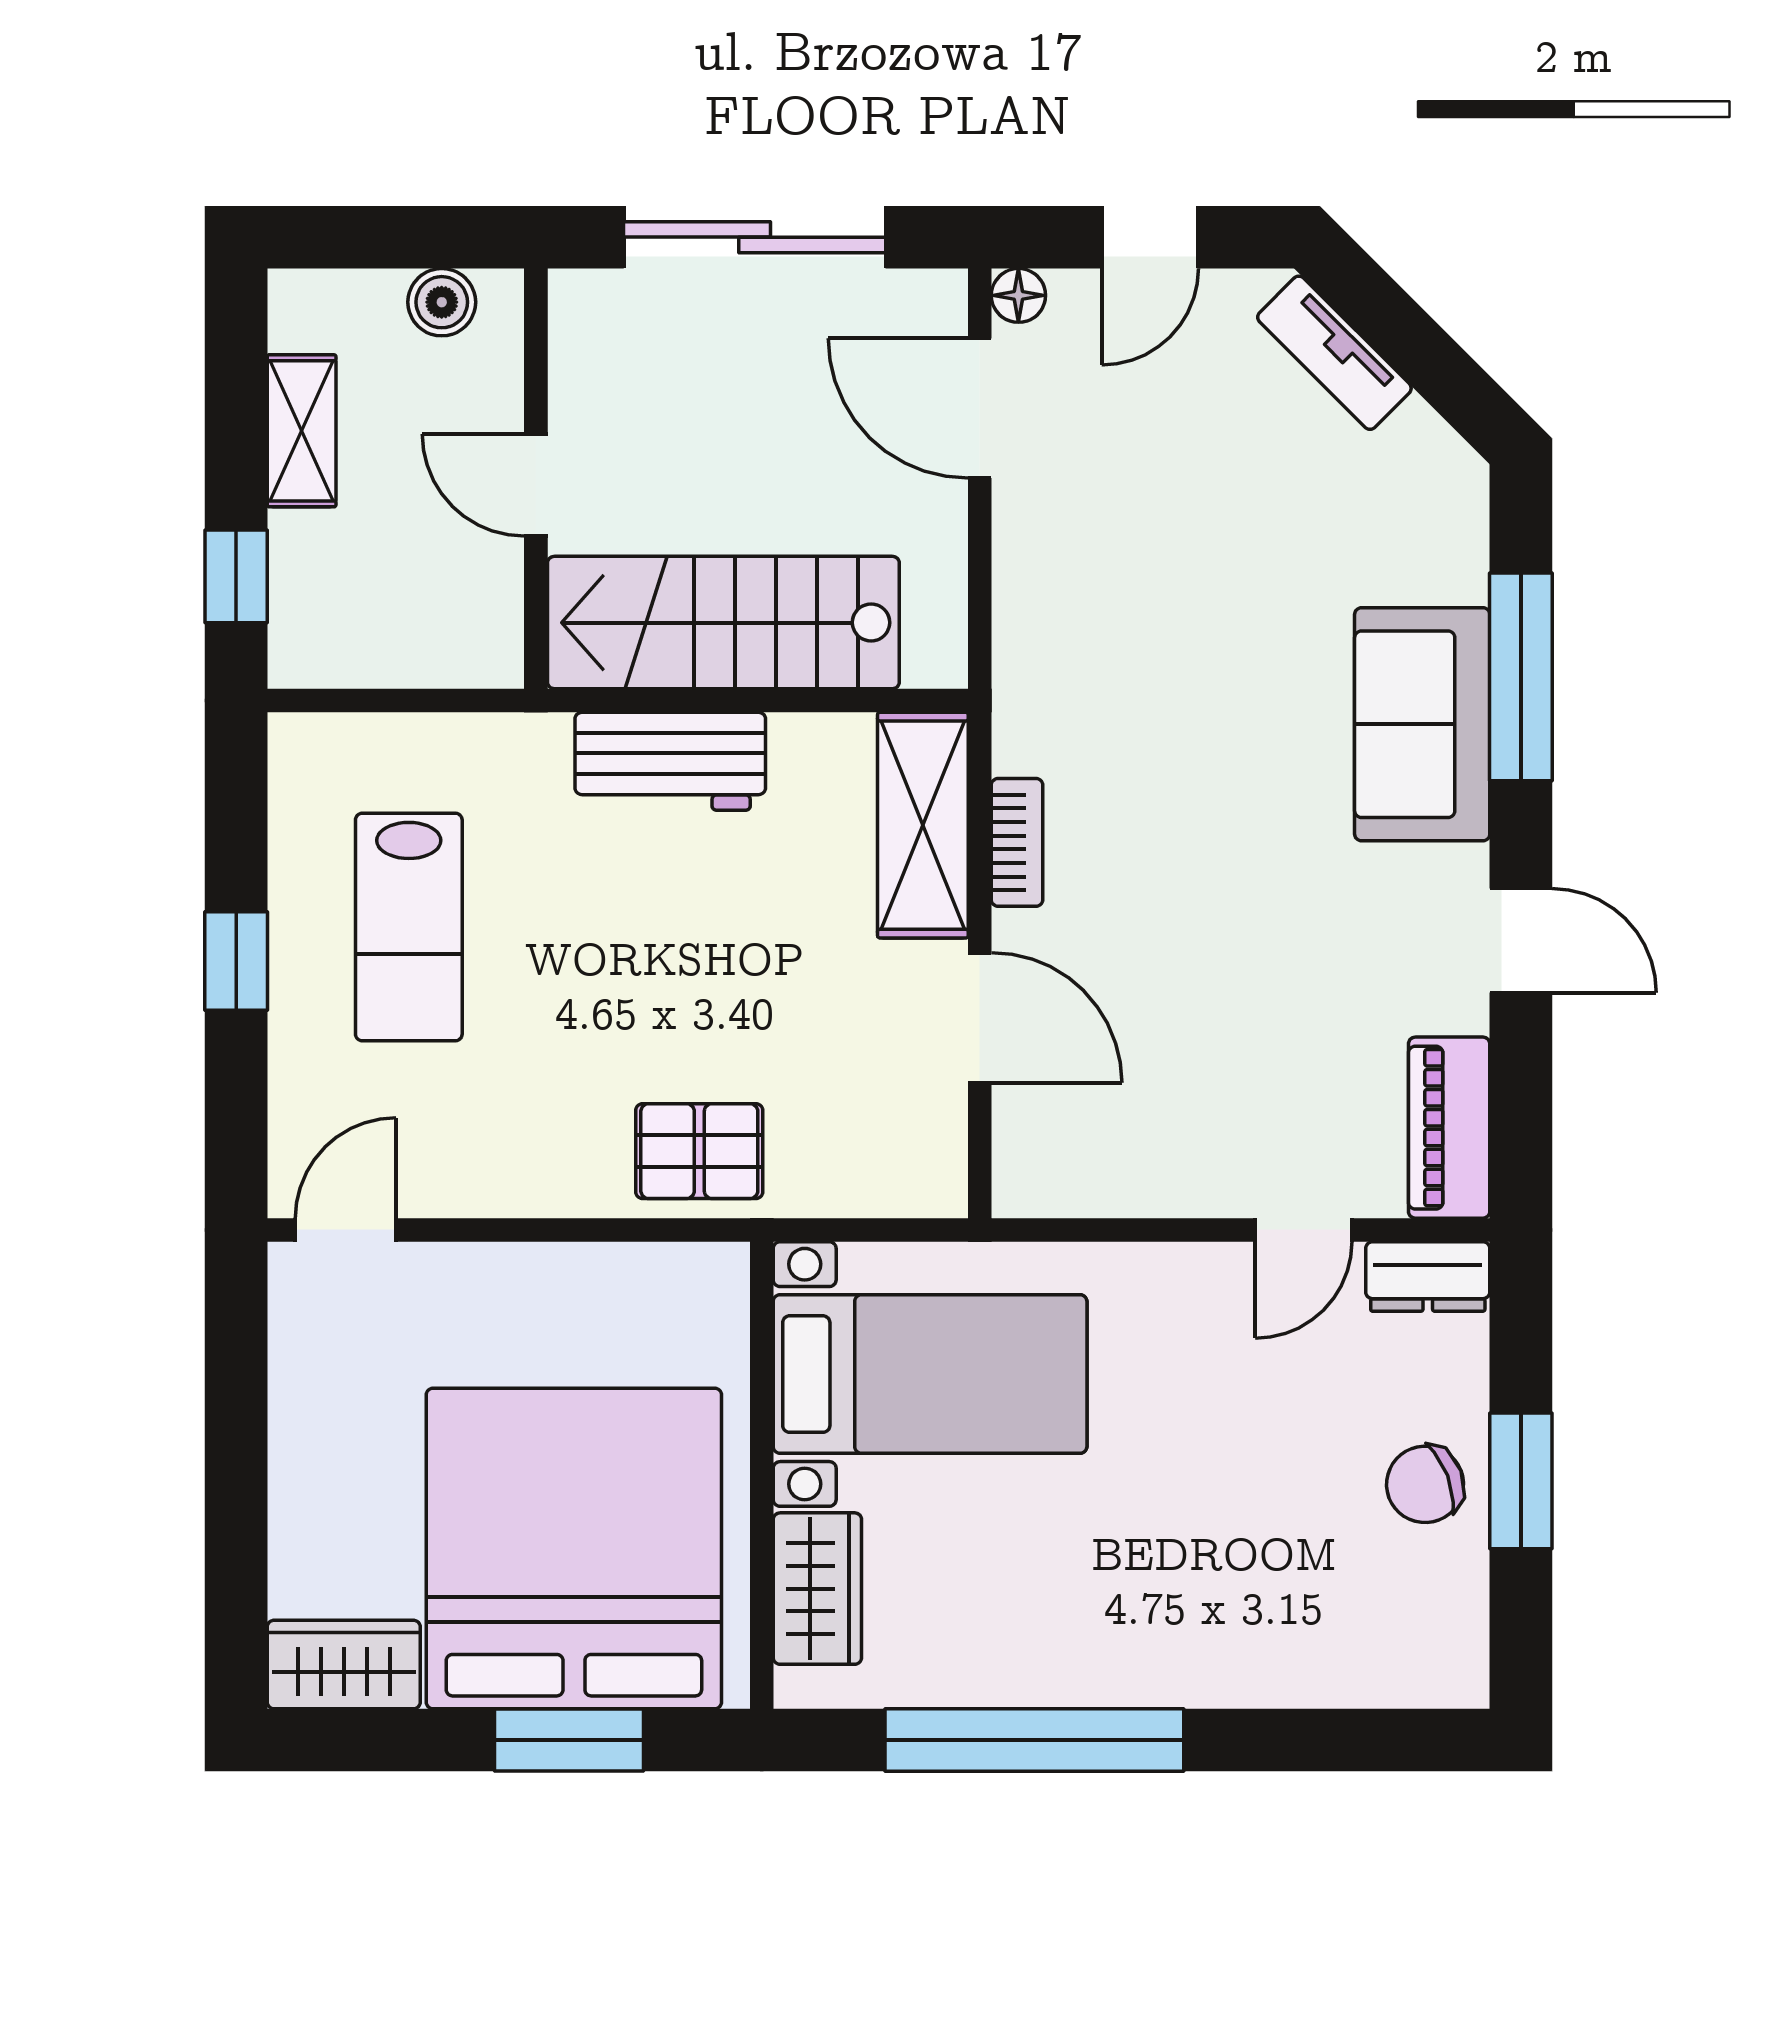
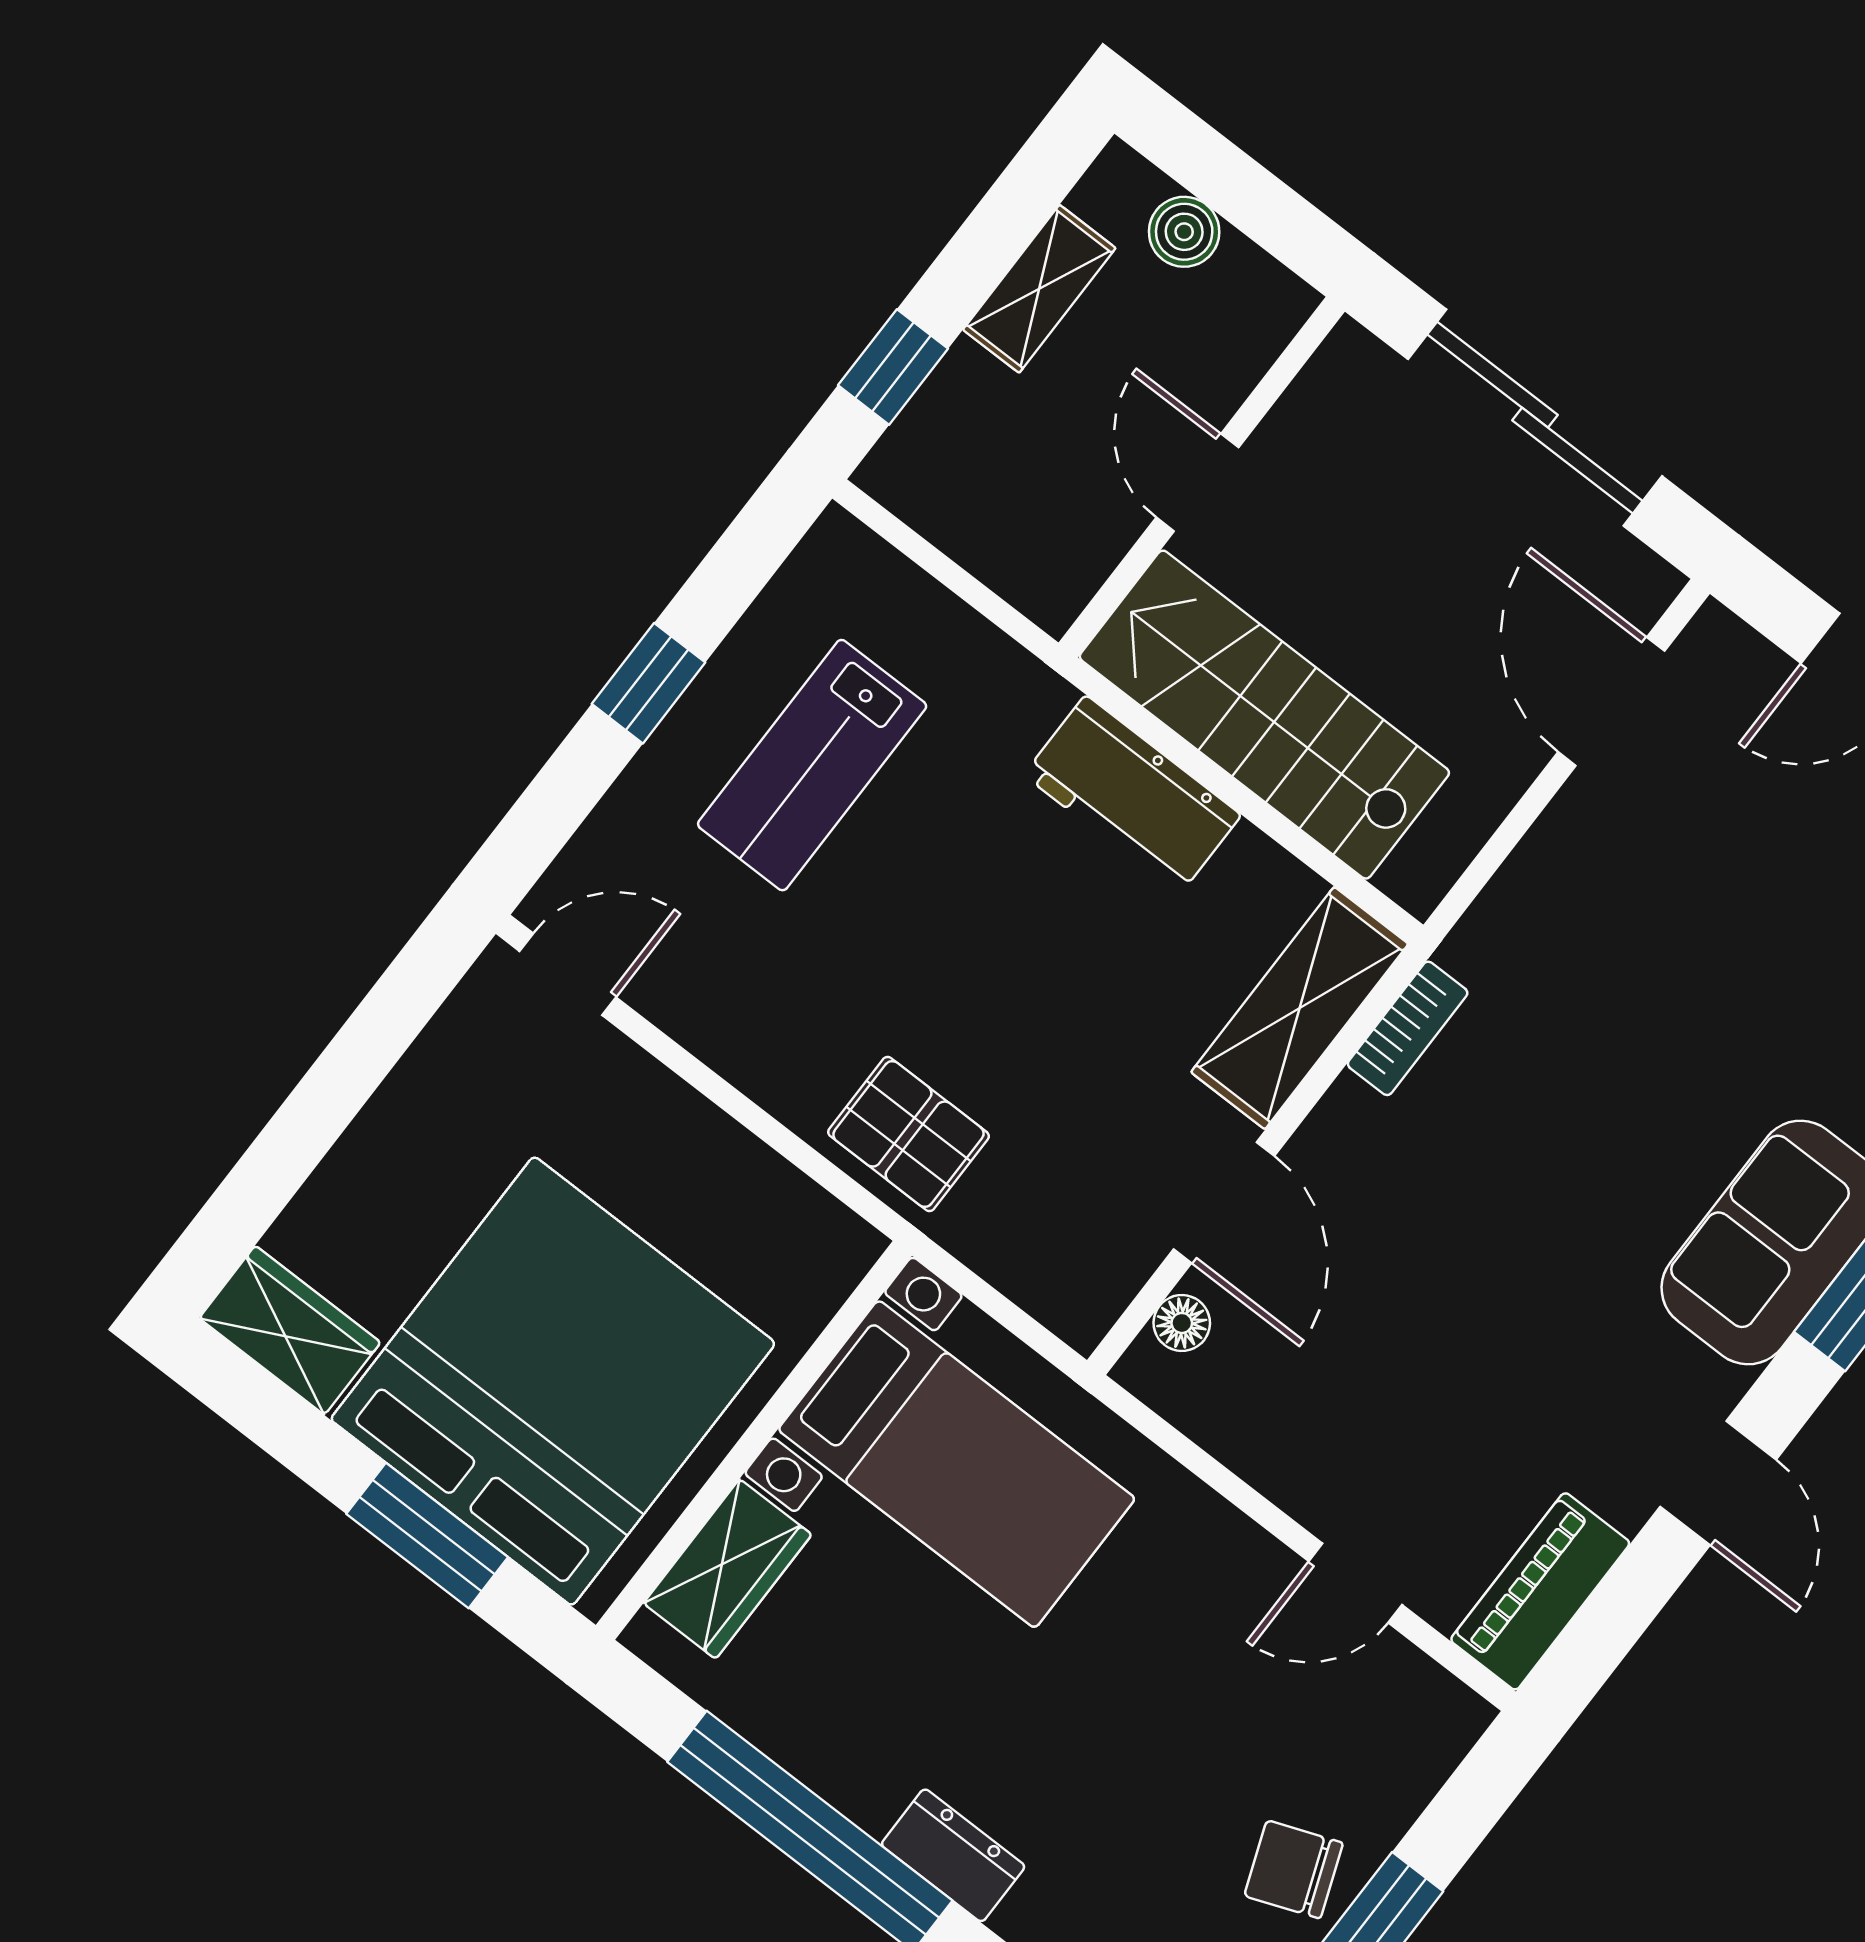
floor lamp: (1018, 295) -> (1182, 1323), moved
boiler: (442, 302) -> (1184, 232), moved
bookcase: (1017, 842) -> (1408, 1028), moved
dresser: (1428, 1277) -> (953, 1855), moved, turned 180

